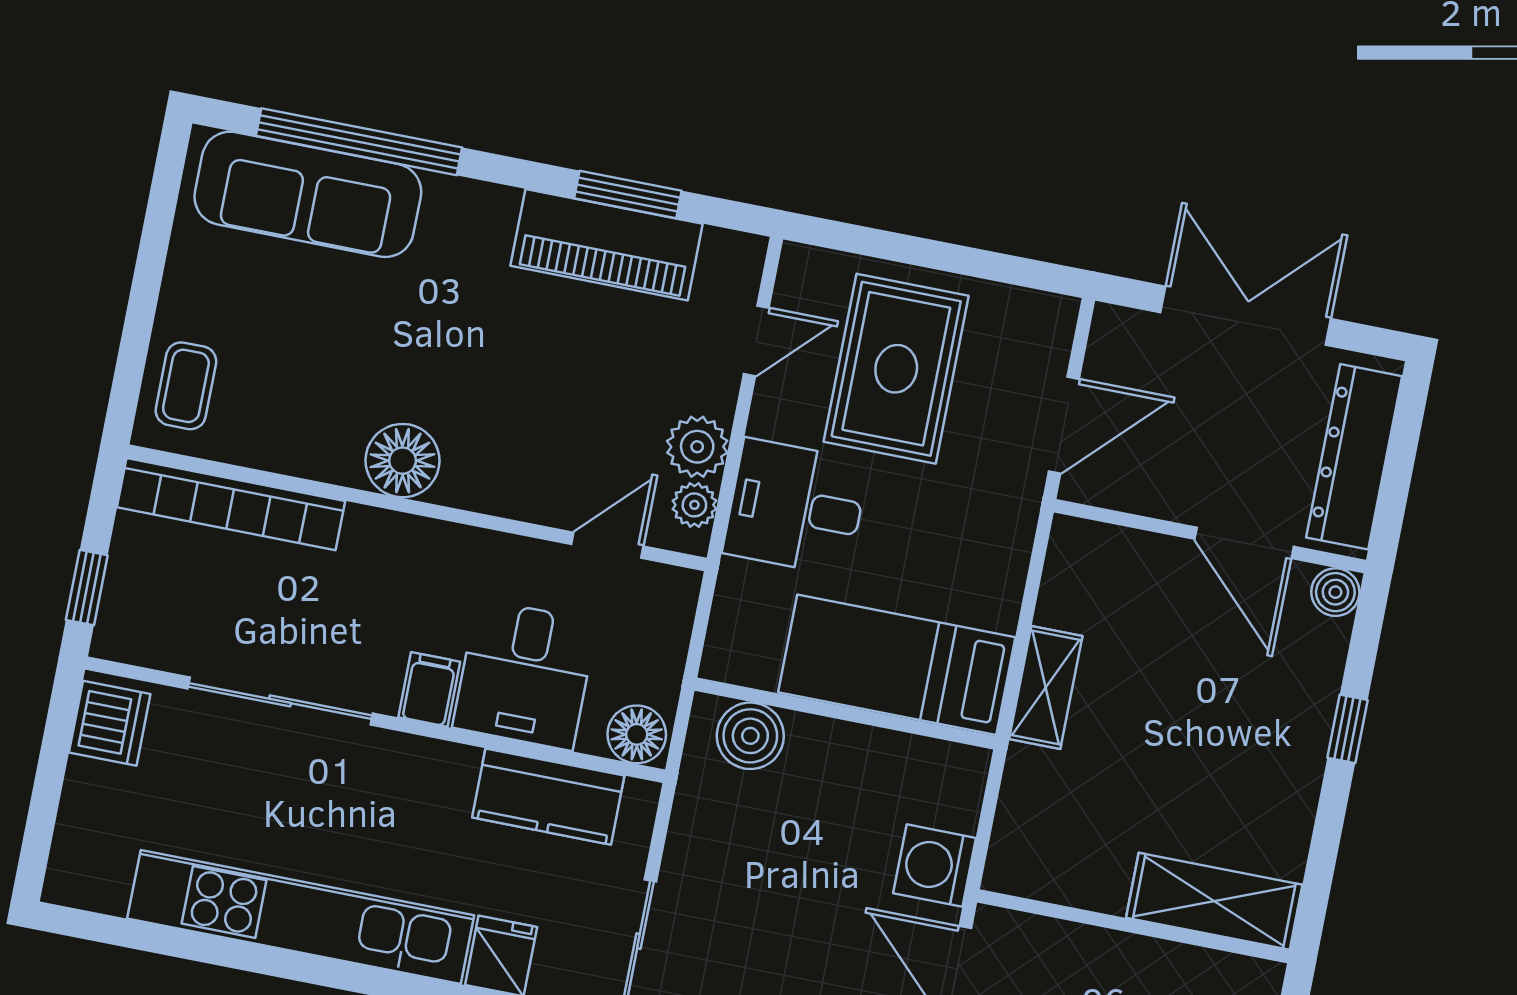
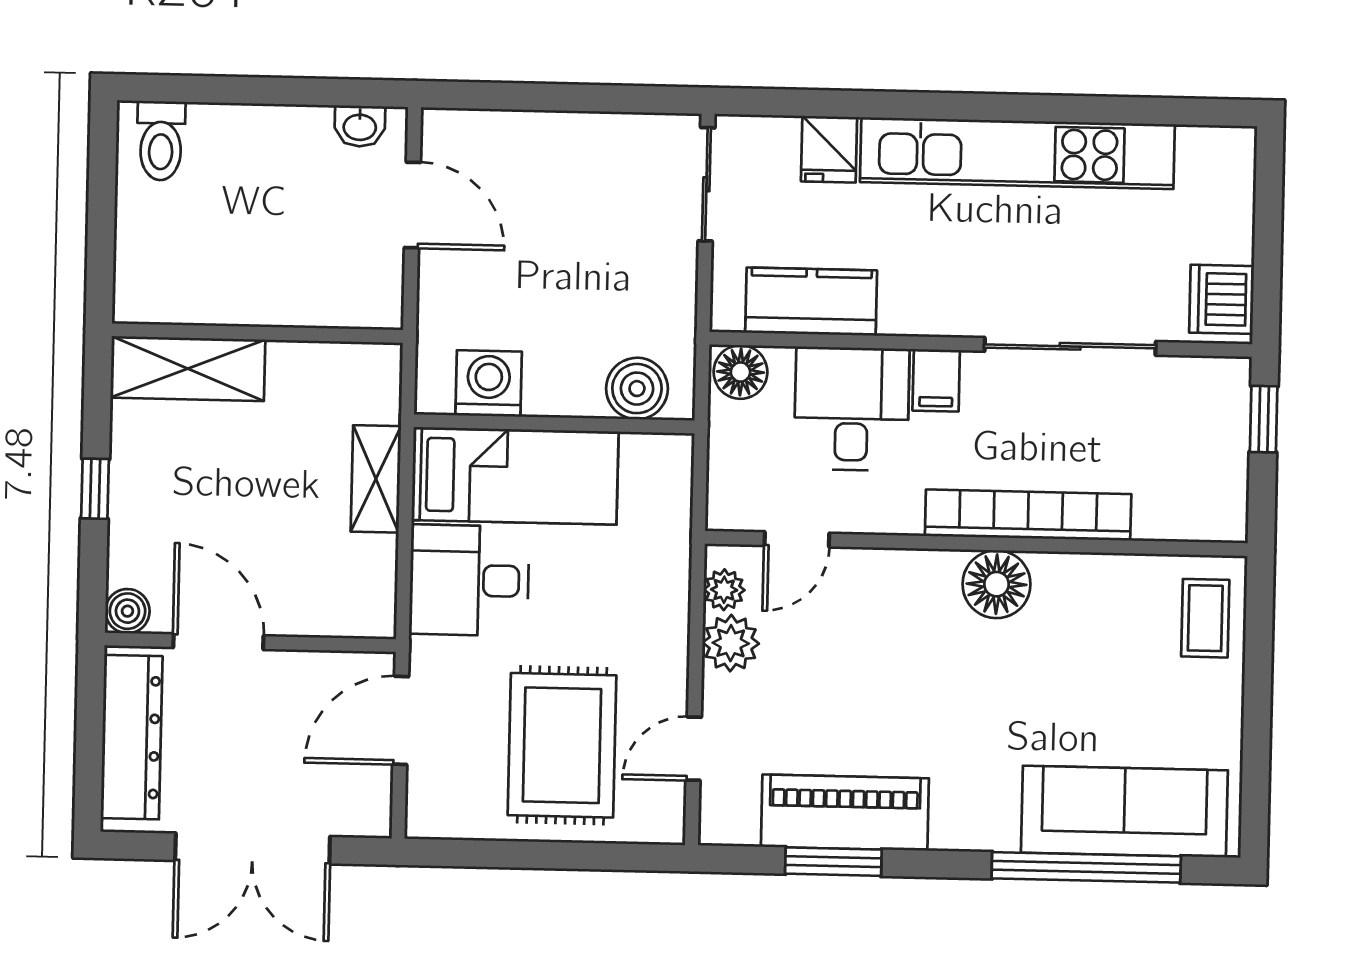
bookcase: (231, 504) -> (1028, 515), moved
desk: (796, 507) -> (469, 580), moved, turned 180
washing machine: (935, 866) -> (489, 383), moved, turned -90
shelving: (1214, 901) -> (188, 369), moved
wall: (1133, 926) -> (257, 333), moved

